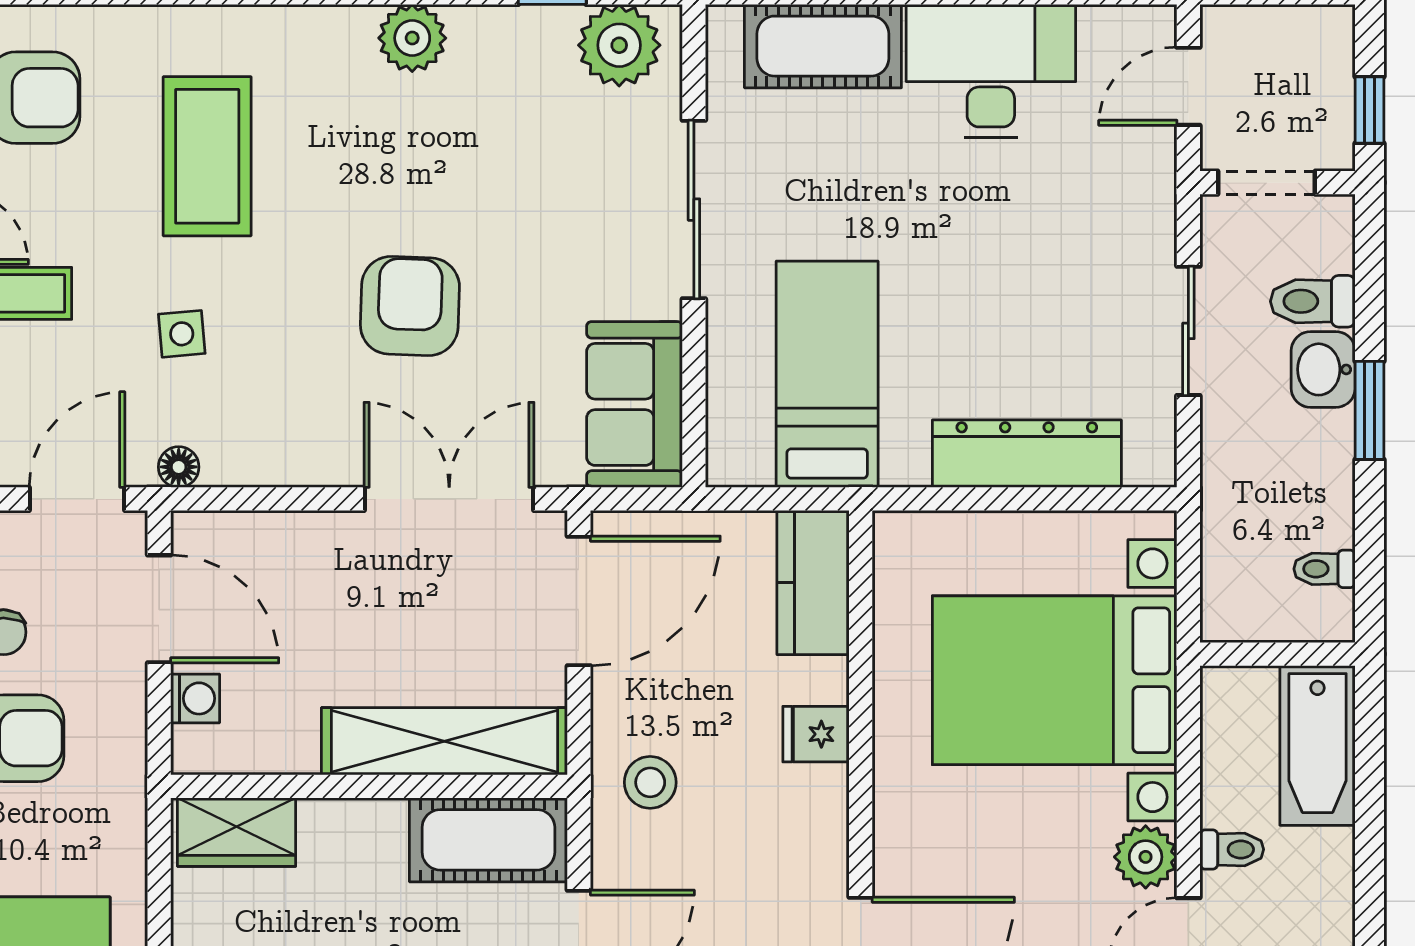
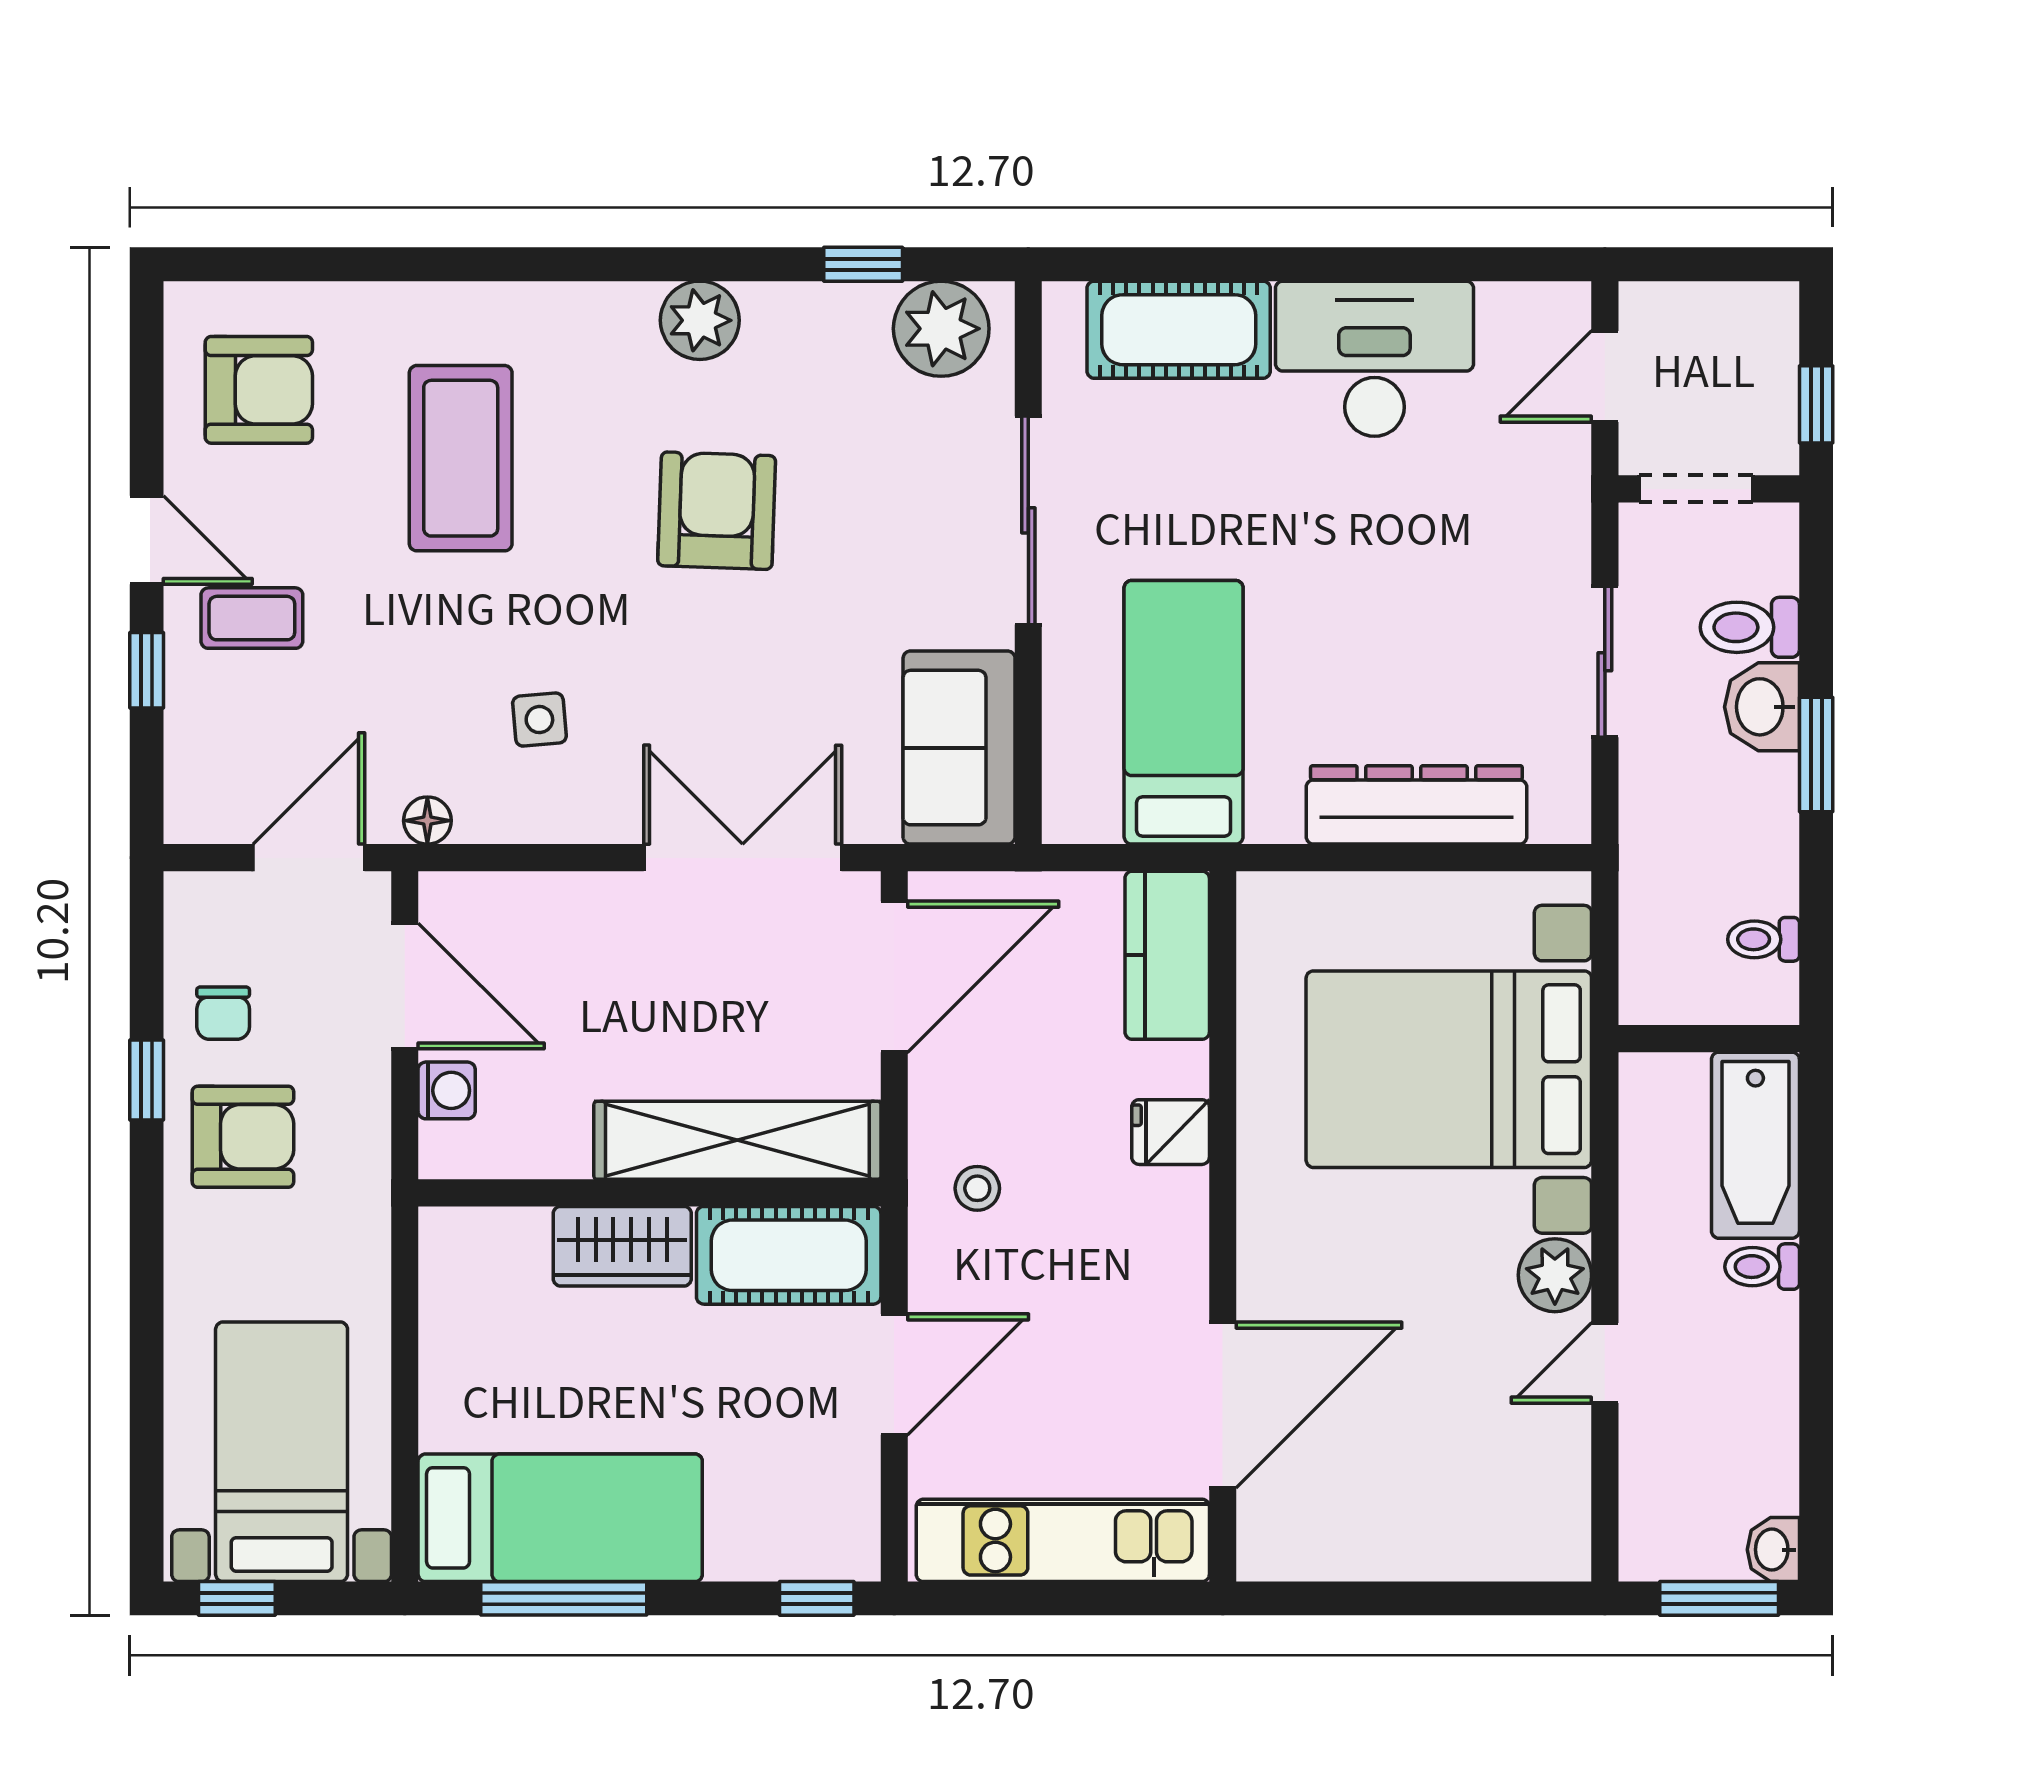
armchair: (410, 306) -> (717, 511), moved
side table: (182, 334) -> (539, 720), moved
stool: (650, 782) -> (977, 1188), width x0.73, depth x0.73
wardrobe: (237, 832) -> (622, 1246), moved
toilet: (1232, 849) -> (1762, 1267), moved, turned 180

